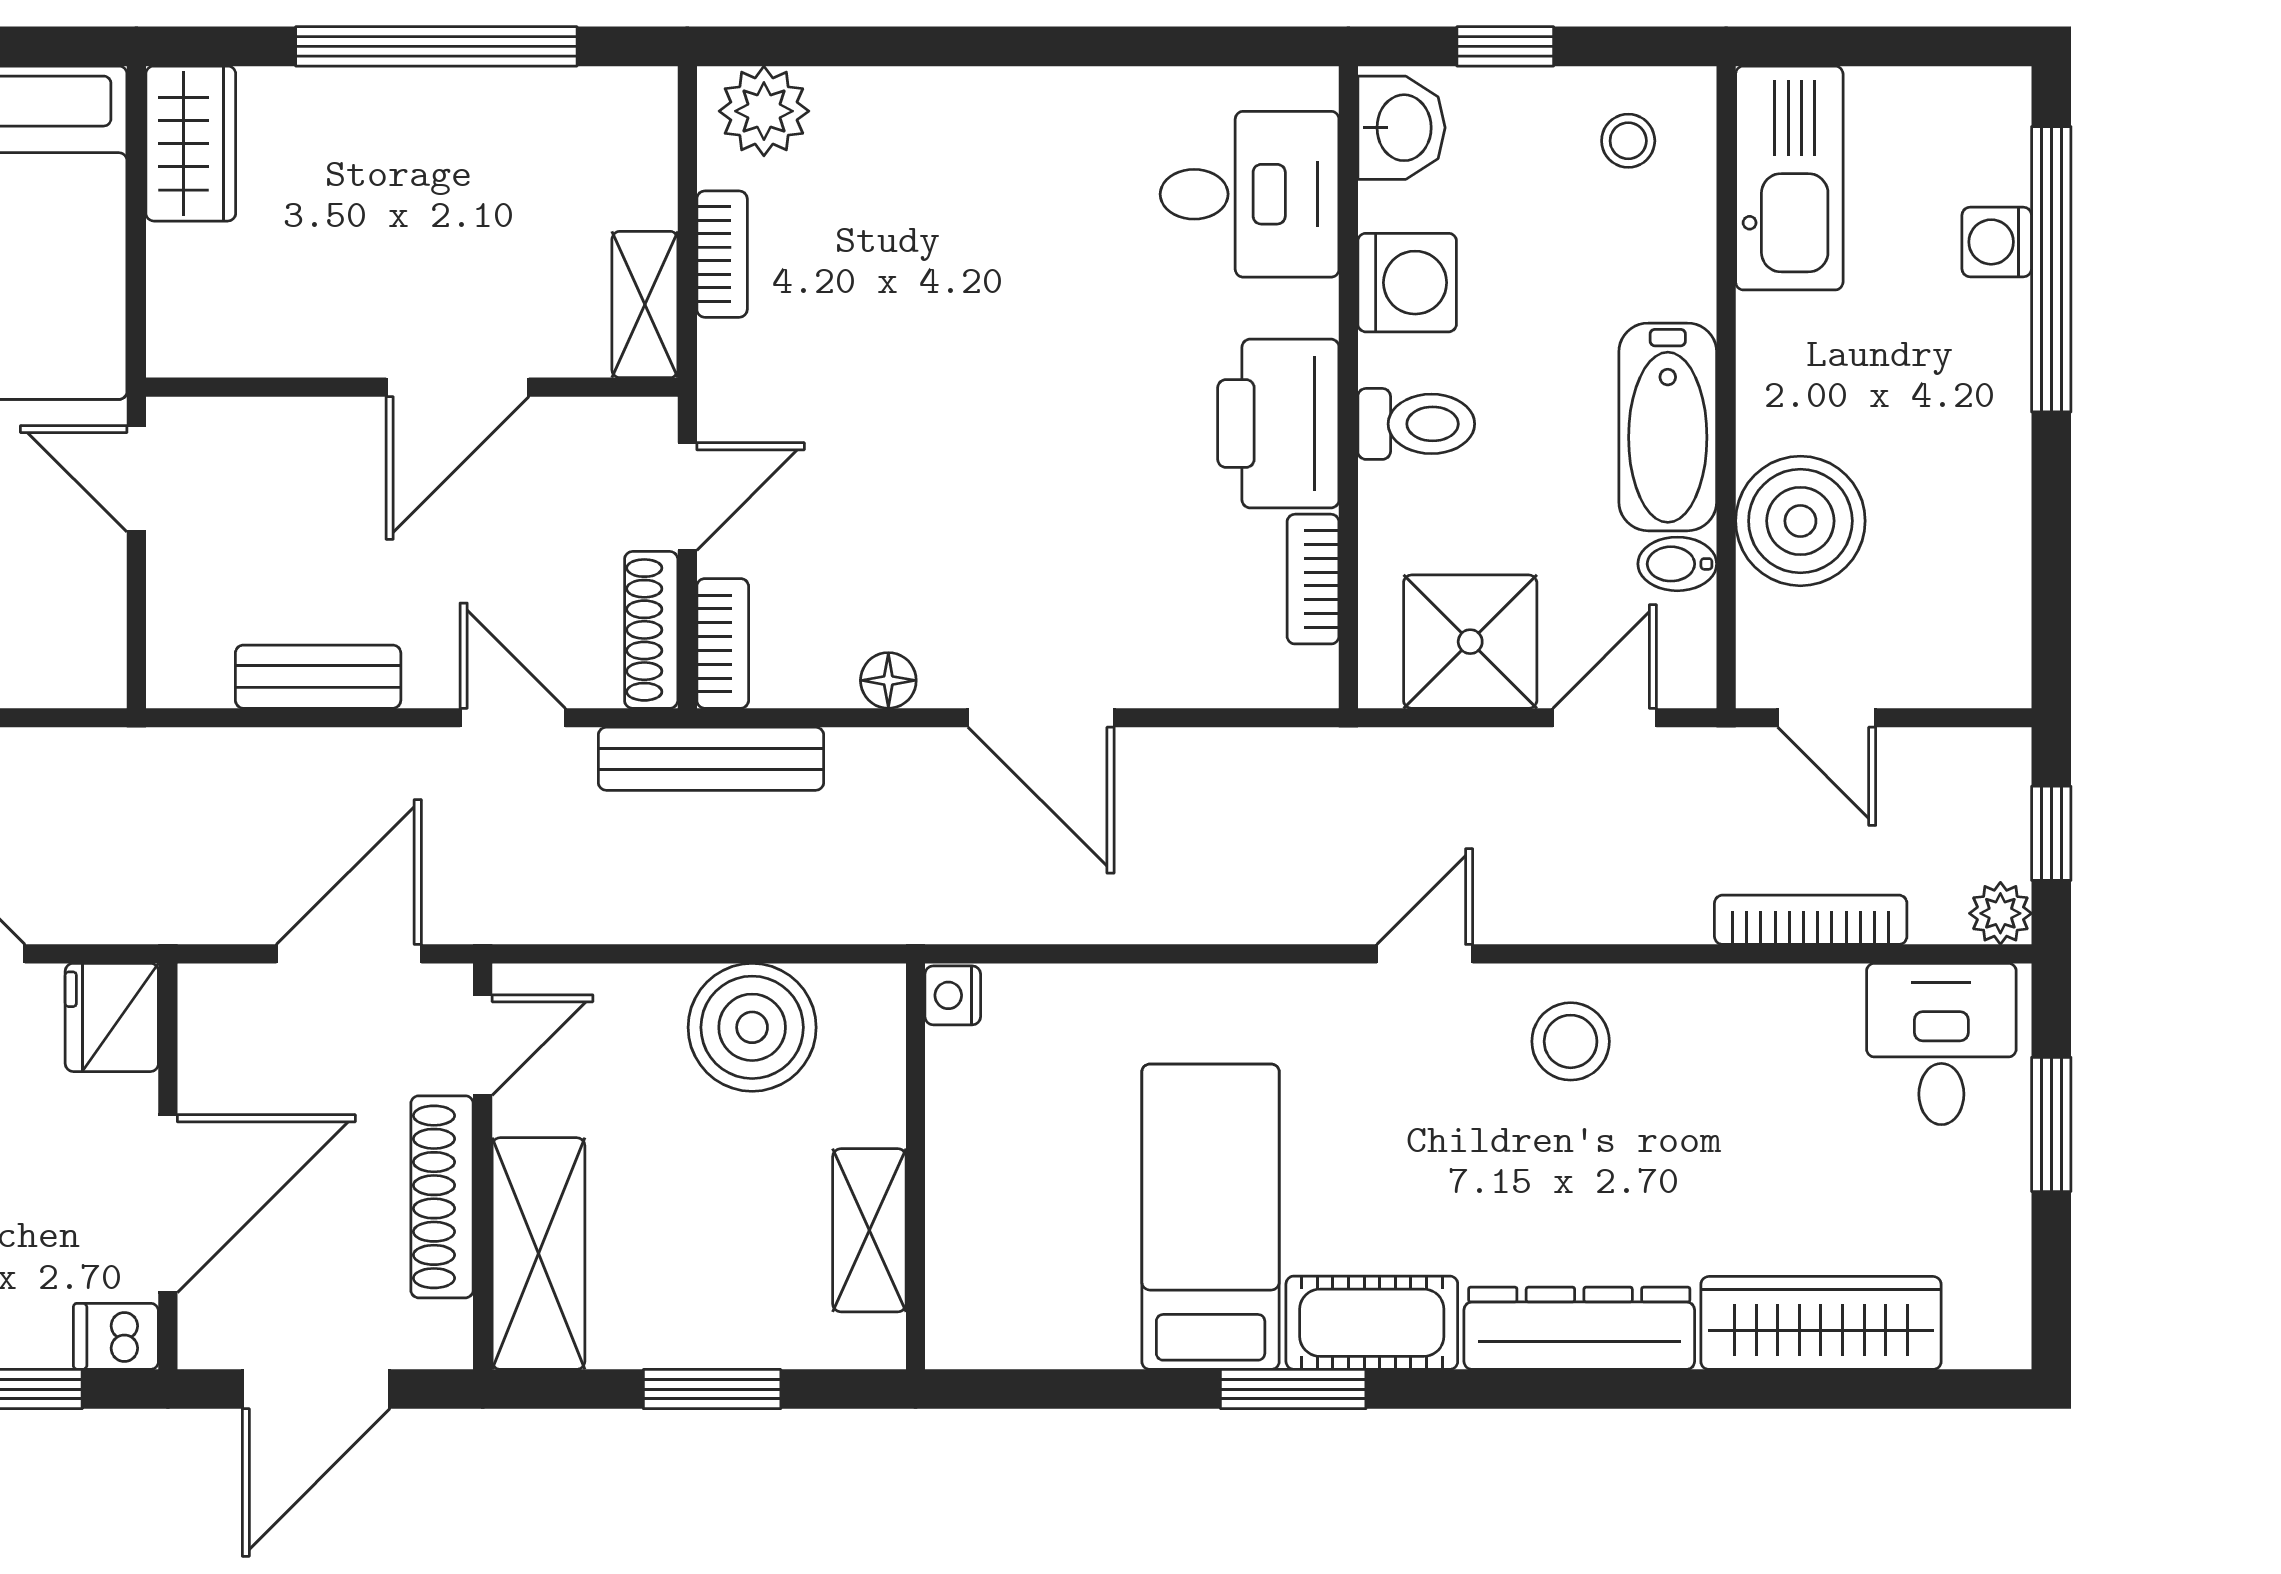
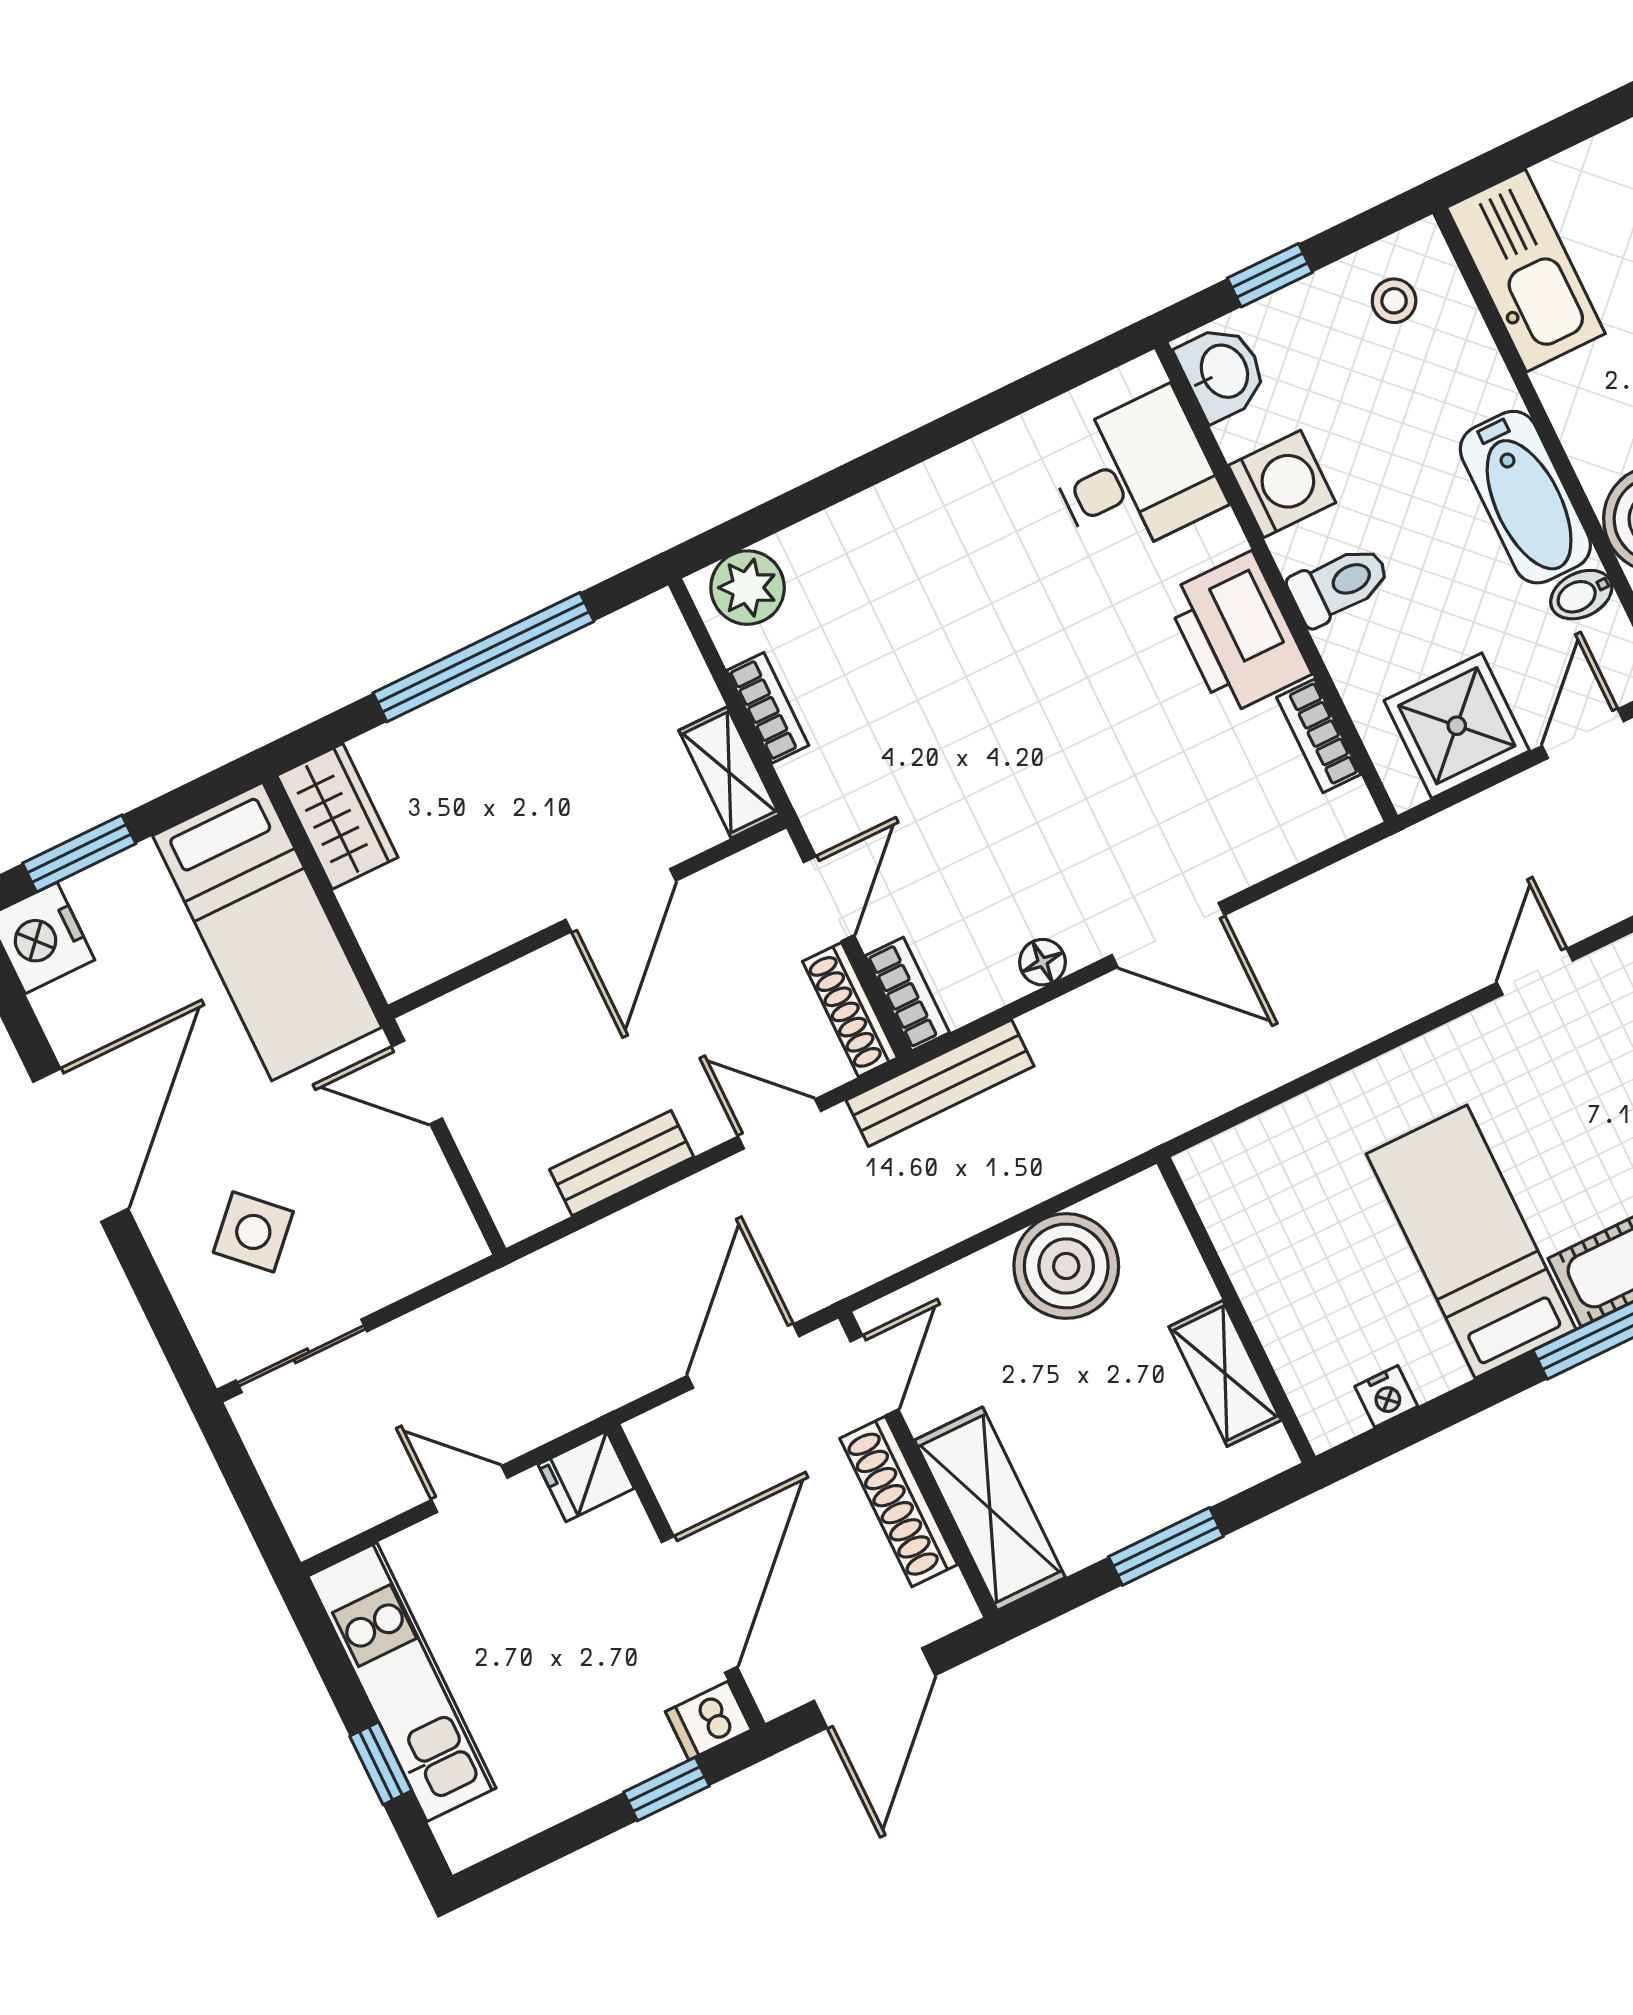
nightstand: (953, 995) -> (1386, 1396), moved, turned -90
fridge: (112, 1017) -> (586, 1476), width x0.72

